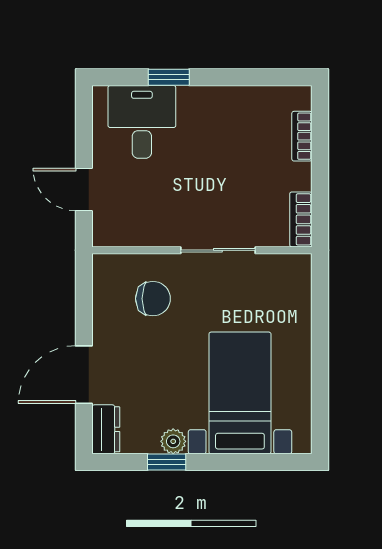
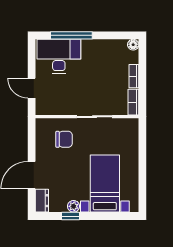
window: (169, 77) -> (71, 35), width x2.17
floor lamp: (300, 97) -> (133, 45), added
desk: (142, 122) -> (59, 56), width x1.37
bookcase: (302, 136) -> (134, 76), moved

